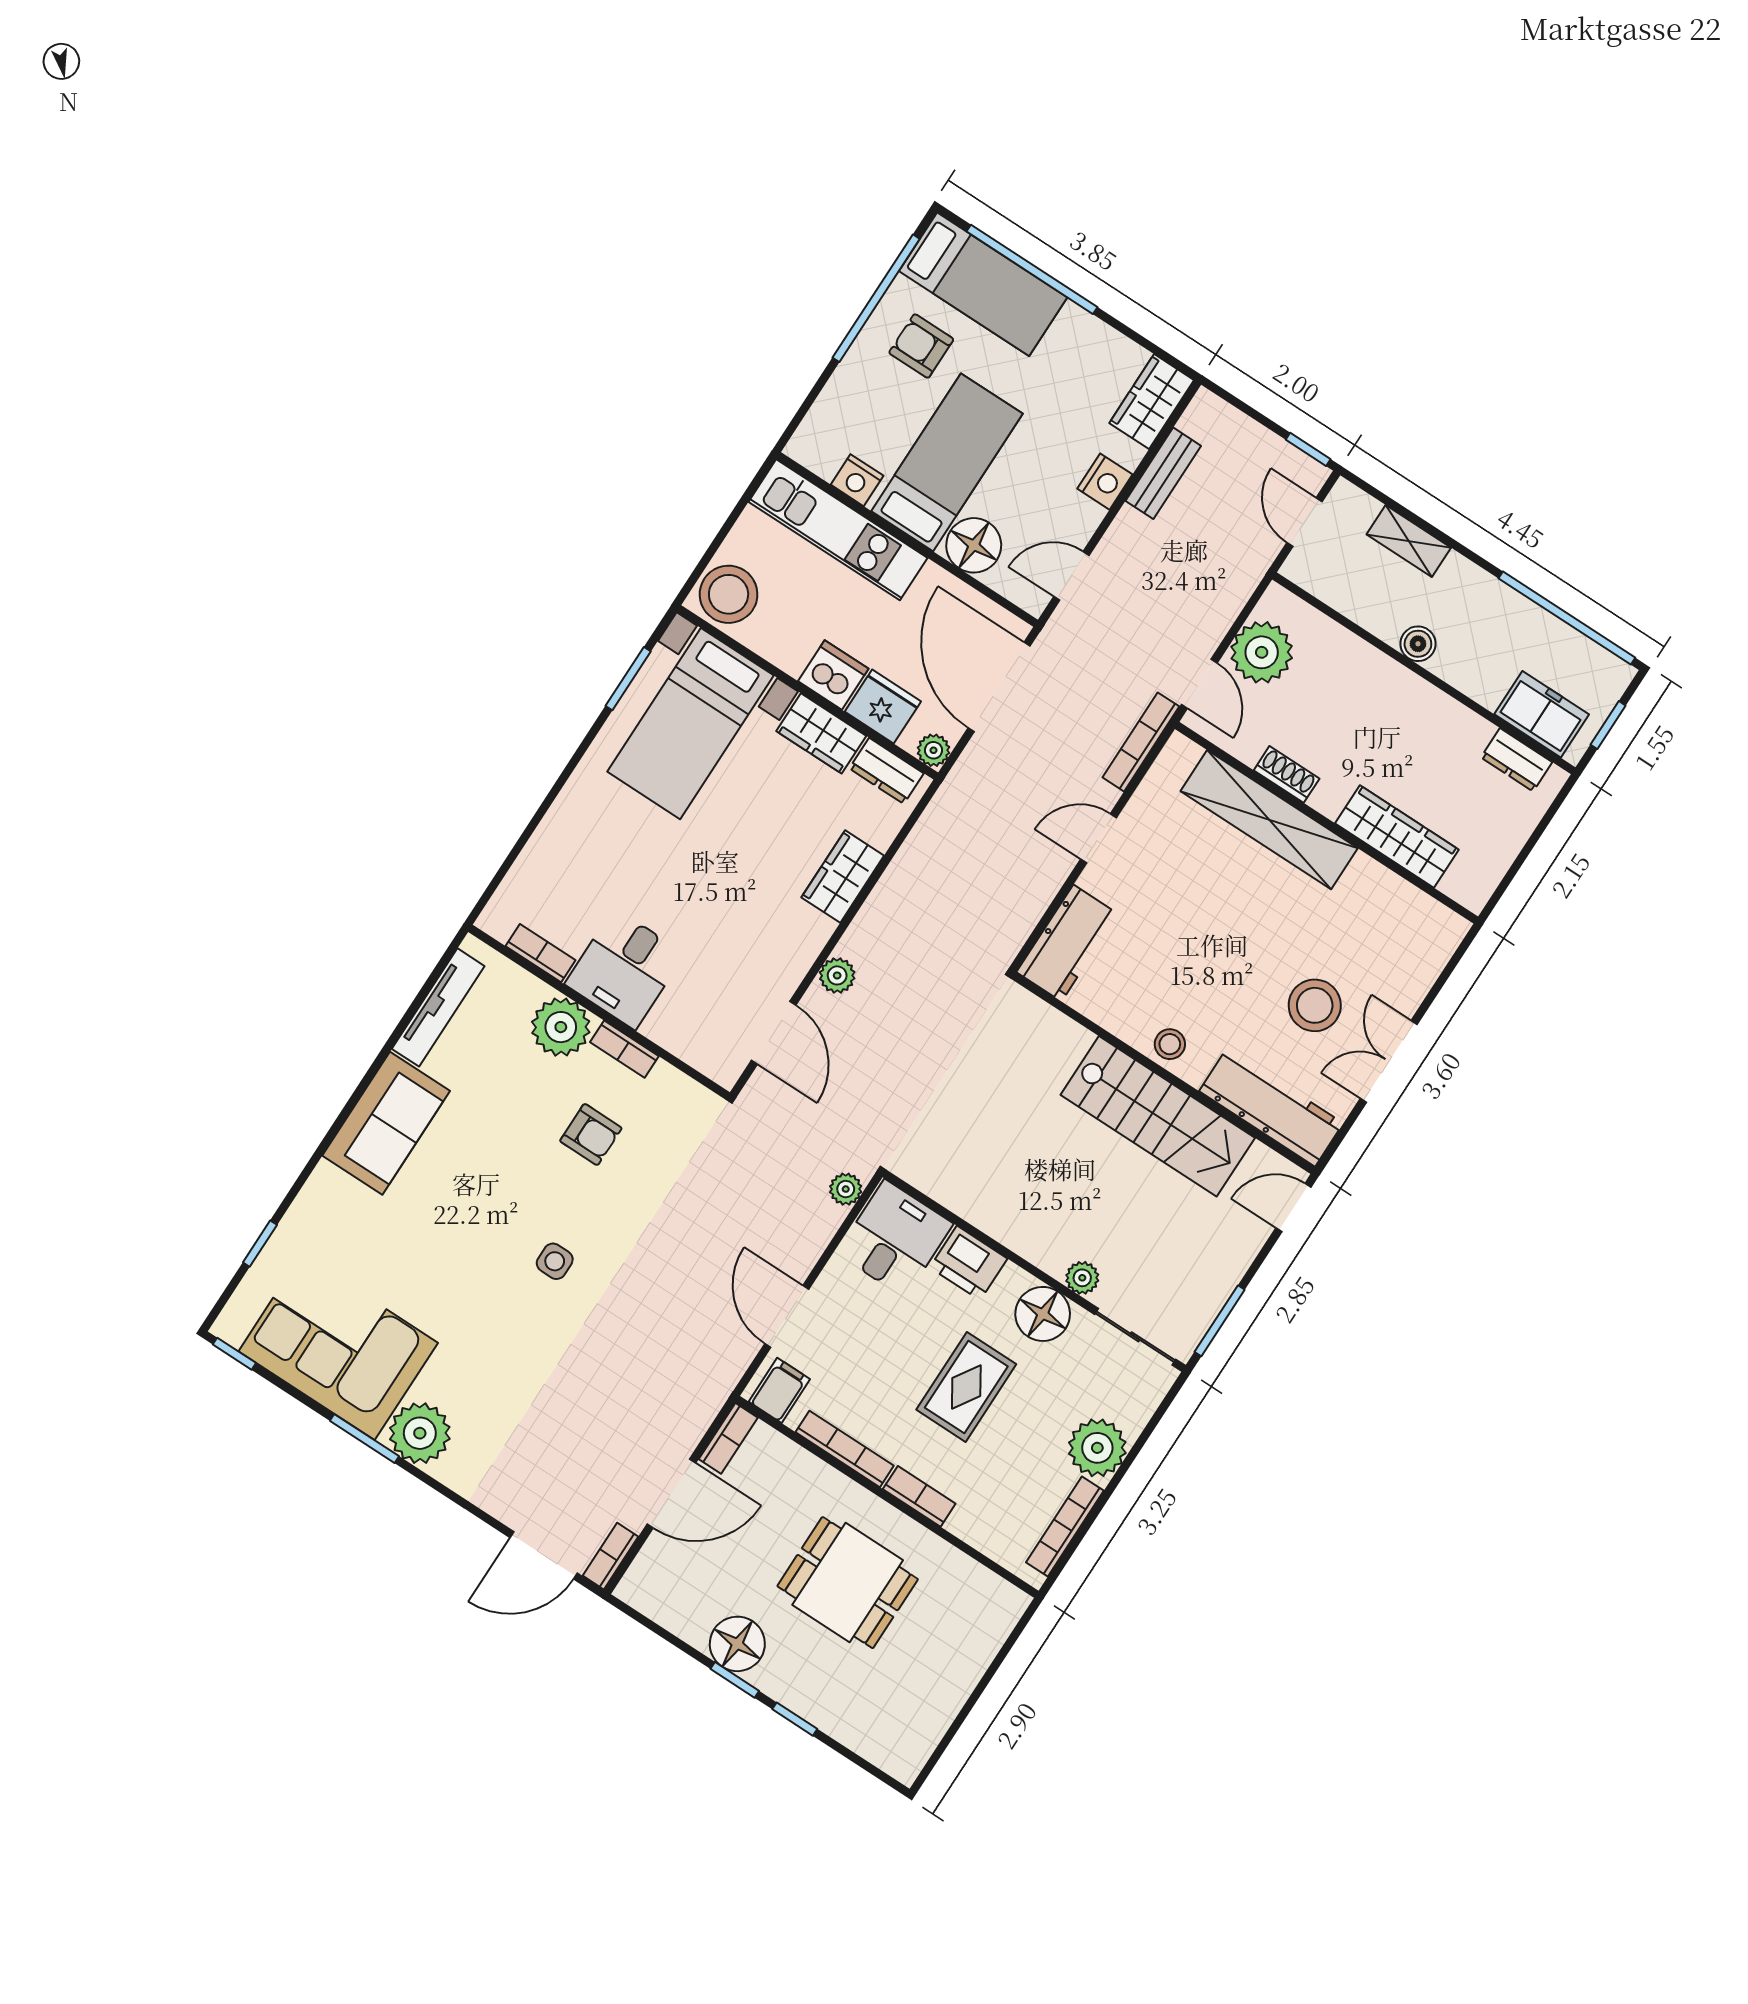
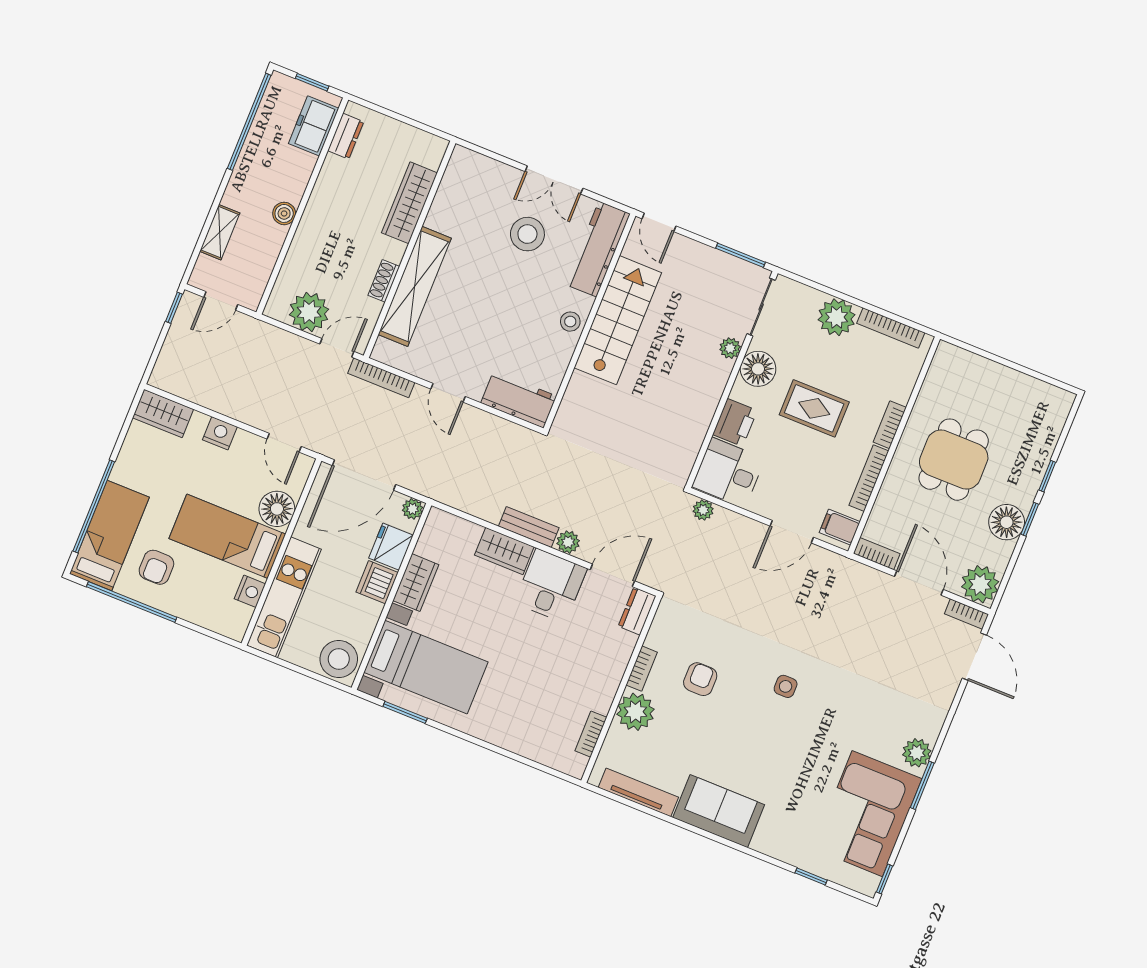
bench: (1163, 473) -> (529, 527), moved
dresser: (886, 771) -> (637, 611), moved, turned 180
desk: (625, 969) -> (551, 586), moved, turned -90
plant: (420, 1433) -> (917, 753), width x0.73, depth x0.73
plant: (651, 1586) -> (980, 584), added

